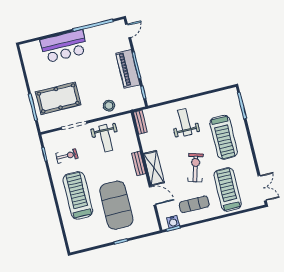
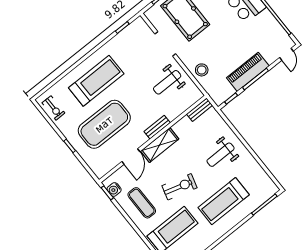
door: (128, 31) -> (286, 54), hinge flipped
weight bench: (185, 122) -> (221, 155), turned 180
exercise bike: (67, 156) -> (53, 108), moved

